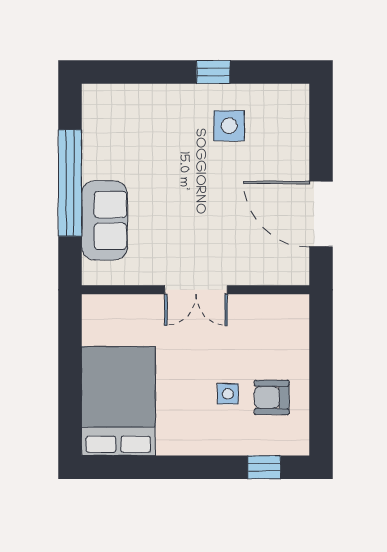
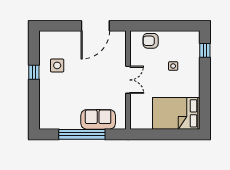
armchair: (272, 397) -> (151, 41), moved, turned 90

